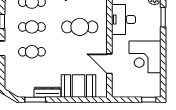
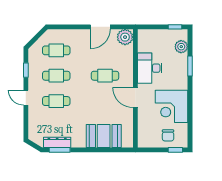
cafe table: (80, 27) -> (105, 76), width x0.73, depth x0.74
door: (109, 64) -> (135, 98), moved
chair: (142, 85) -> (168, 135), added
dresser: (47, 92) -> (57, 142), moved

